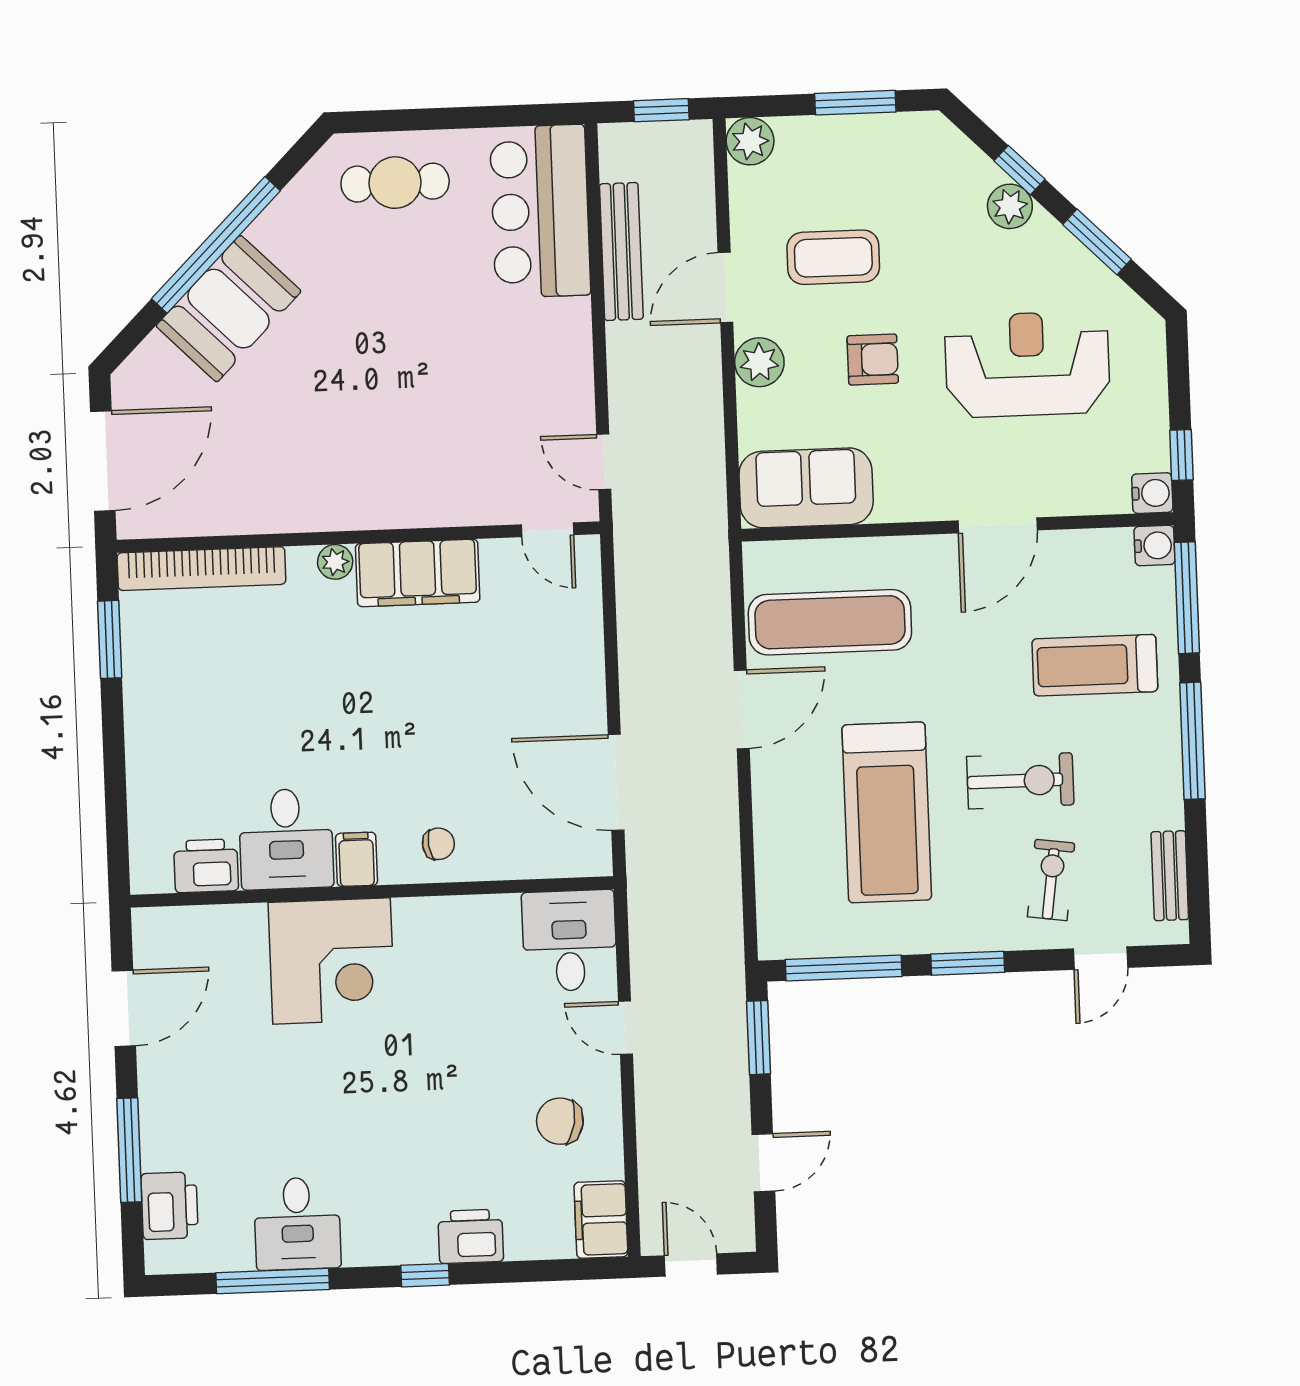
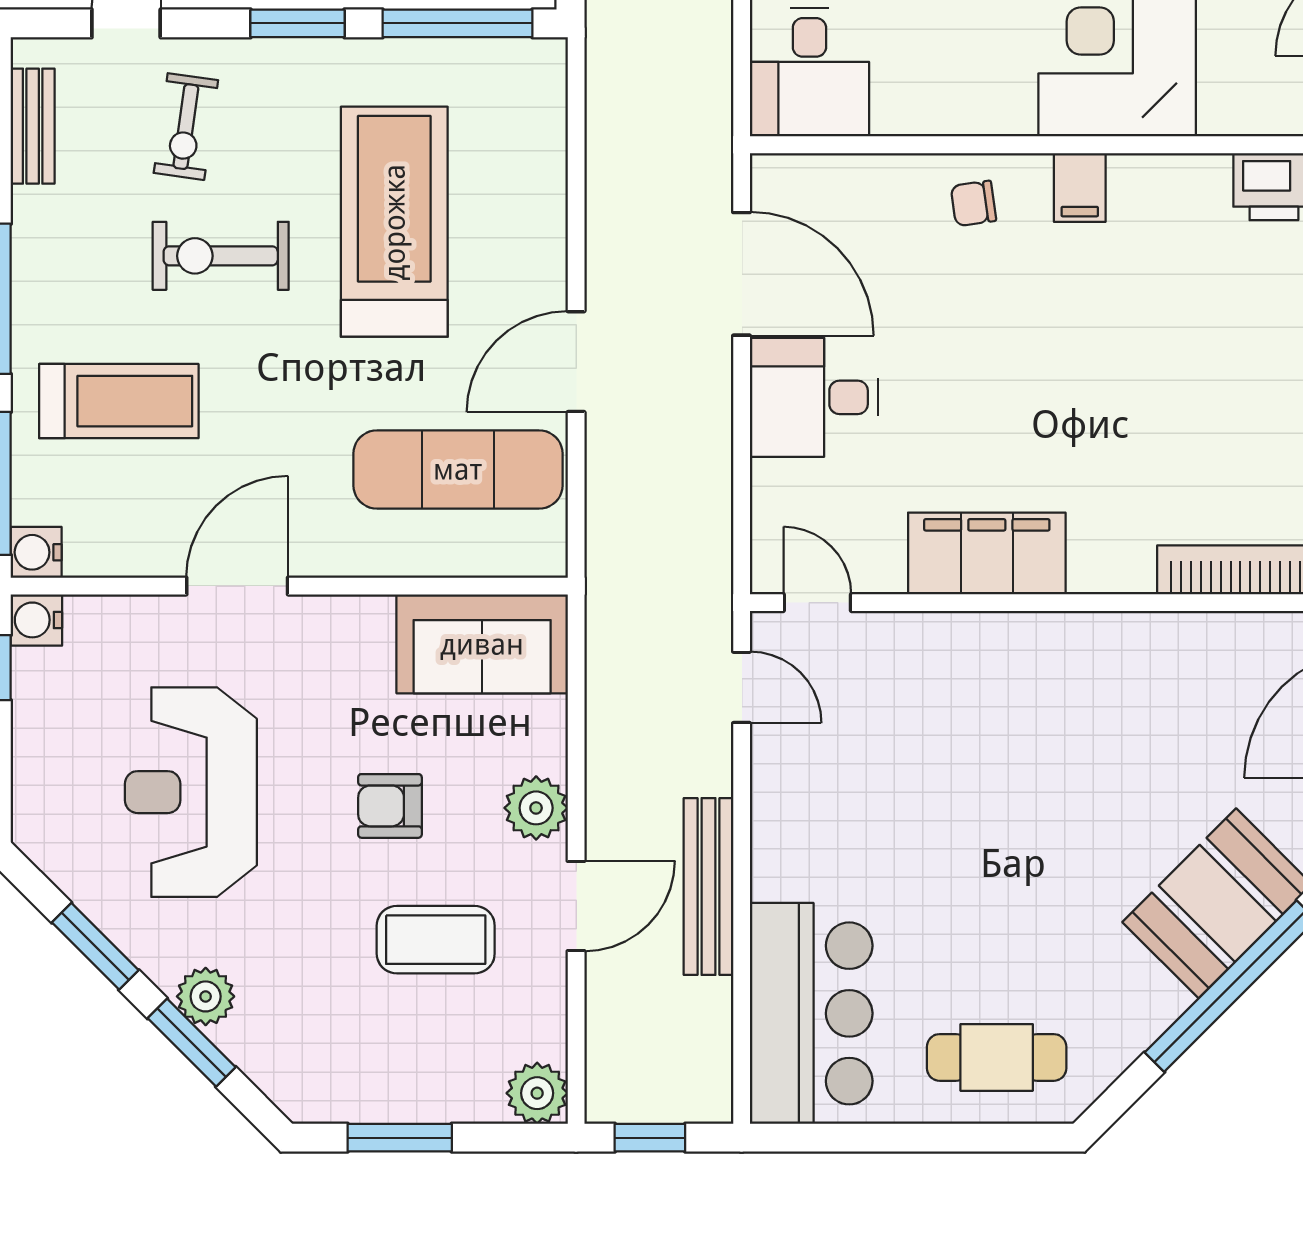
window: (1019, 170) -> (192, 1043), width x1.50
bench: (621, 252) -> (708, 887), moved
reception desk: (1027, 364) -> (191, 792), turned 90
plant: (335, 562) -> (1093, 572), removed
desk: (286, 839) -> (814, 397), moved, turned -90

